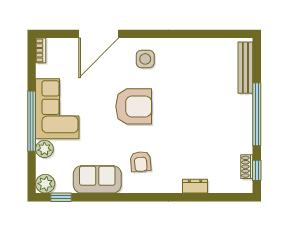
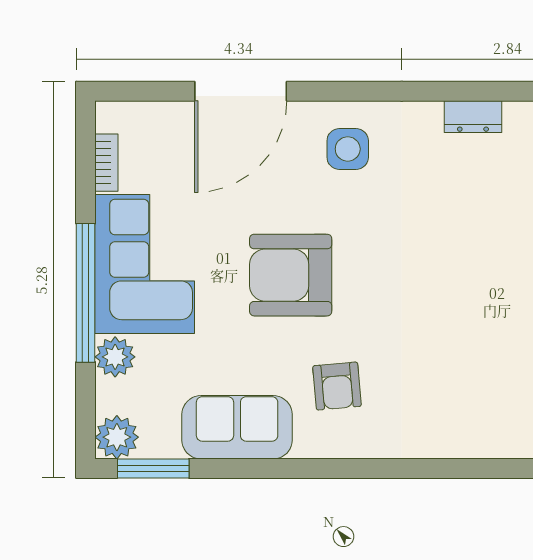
bookcase: (41, 50) -> (106, 163), moved
armchair: (134, 106) -> (291, 275), moved, turned 180
dresser: (195, 186) -> (473, 117), moved, turned 180
window: (61, 197) -> (153, 468), width x1.50

